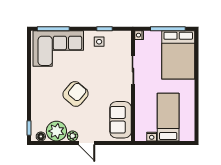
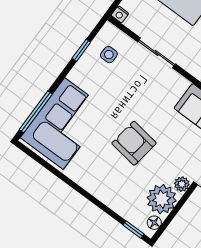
side table: (99, 42) -> (109, 55), moved
armchair: (75, 94) -> (134, 143), turned -32

